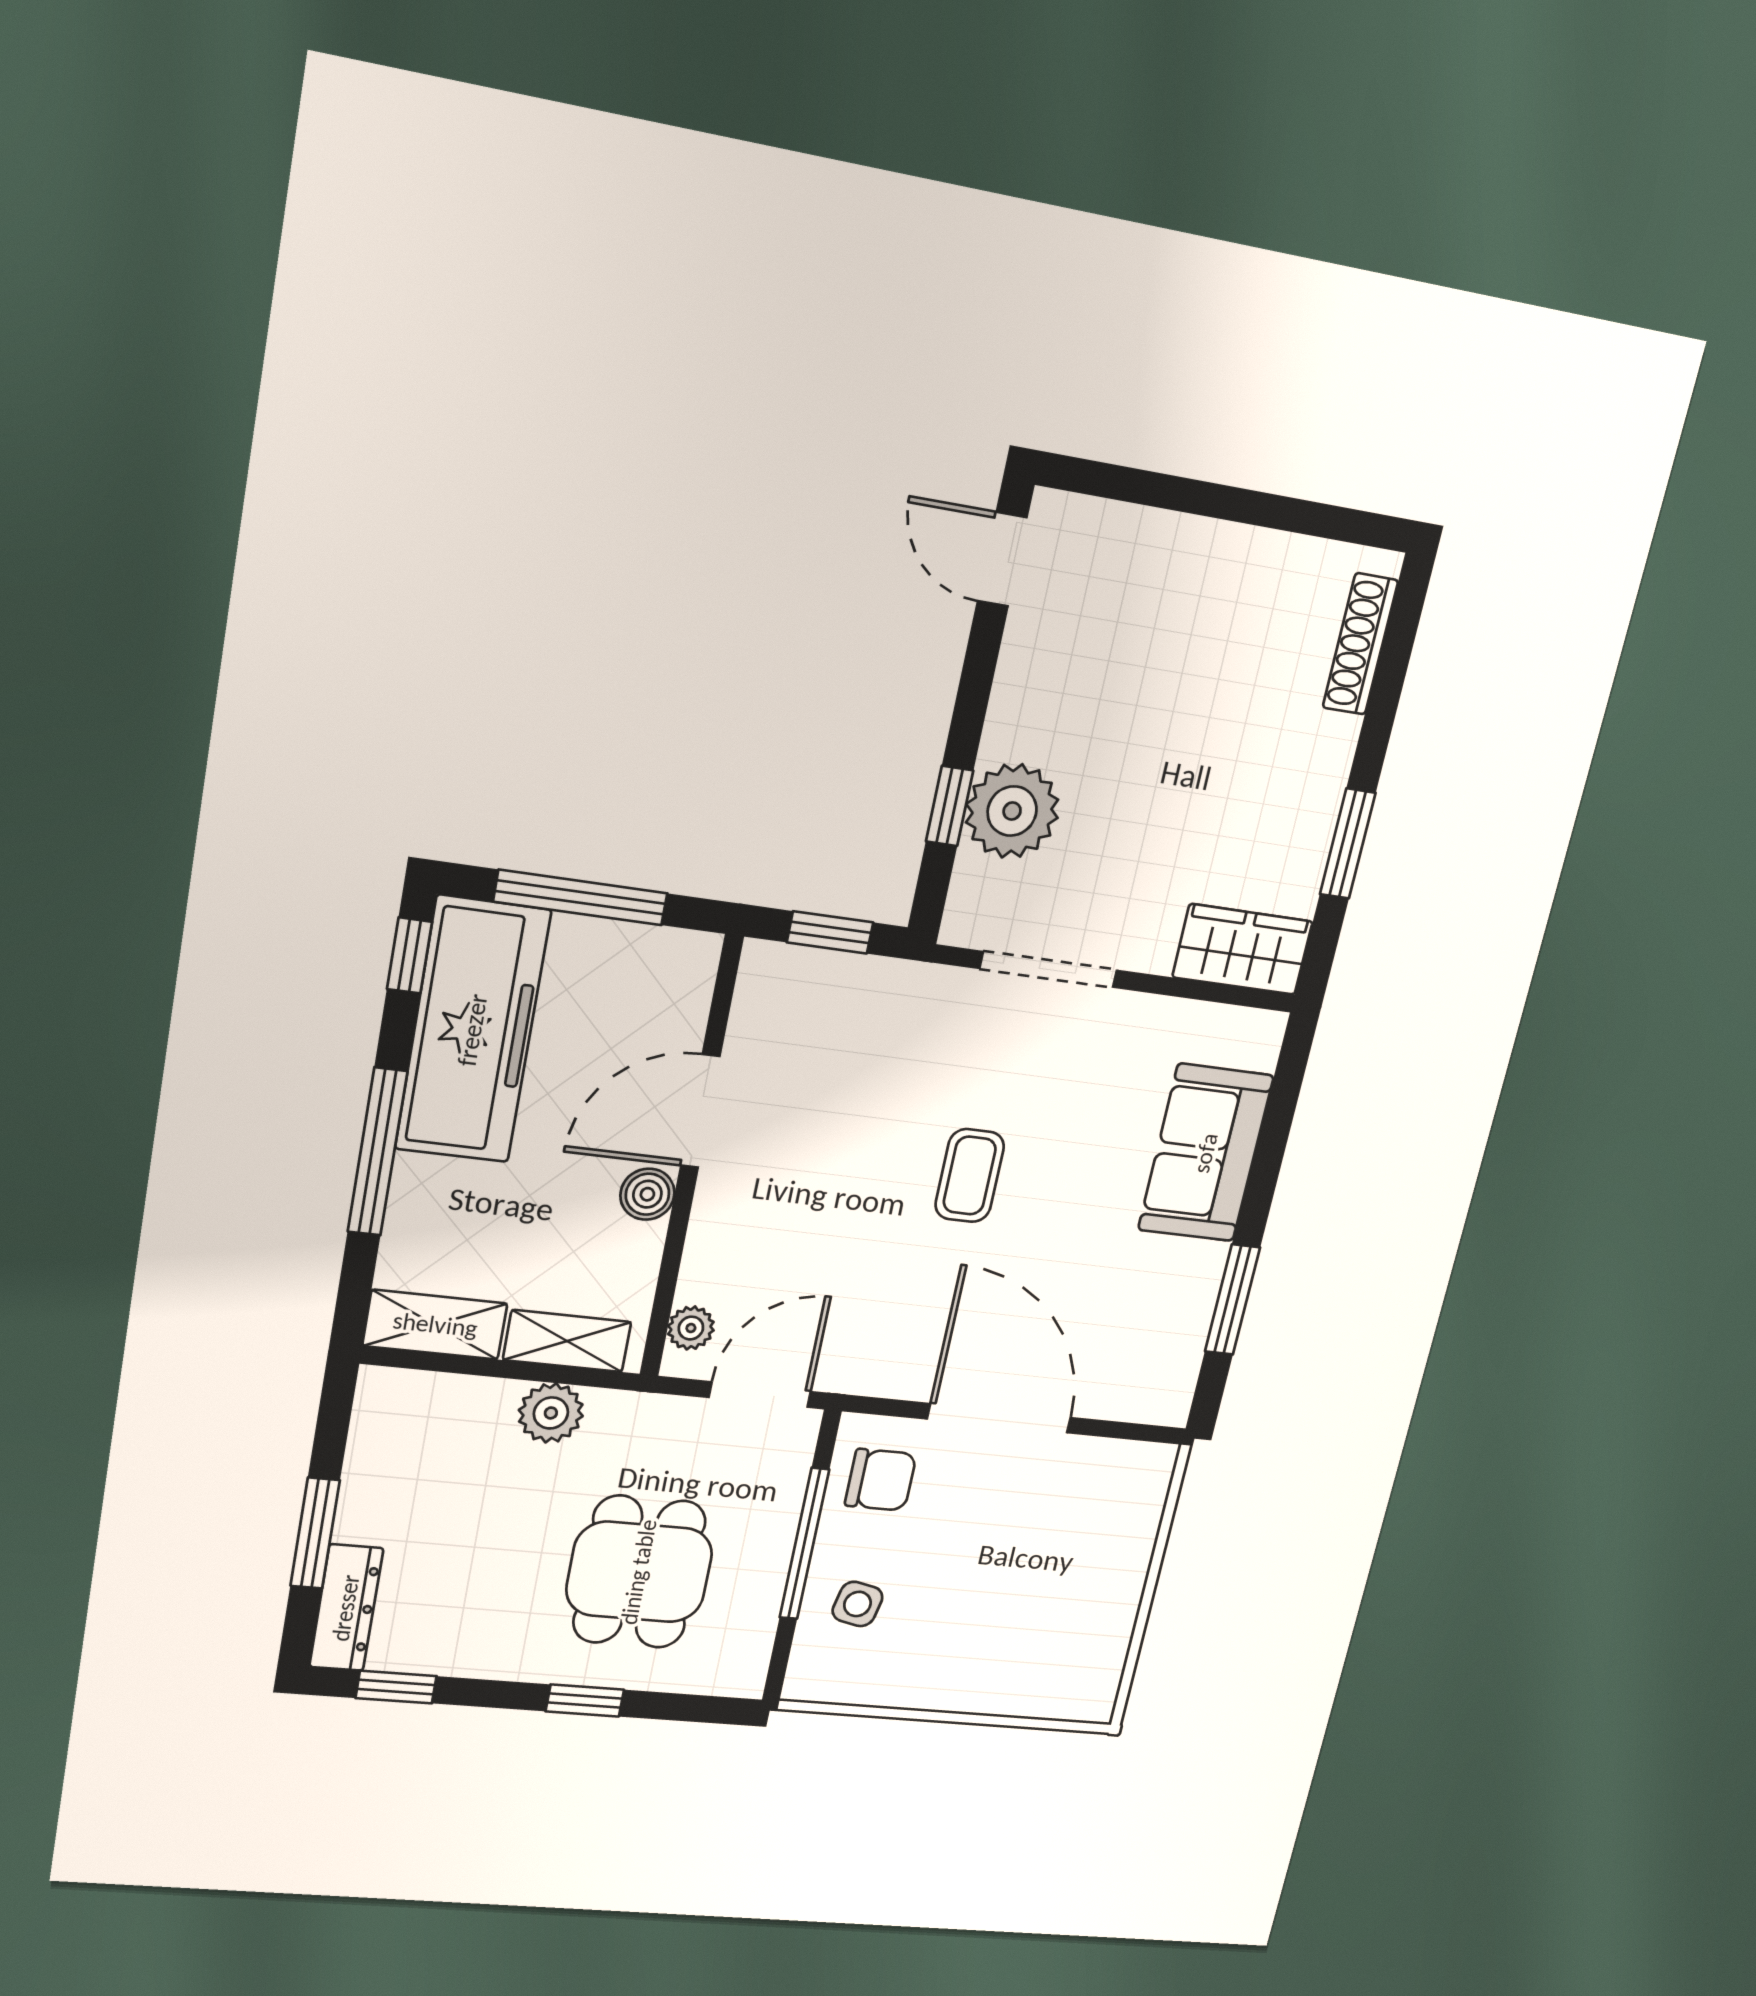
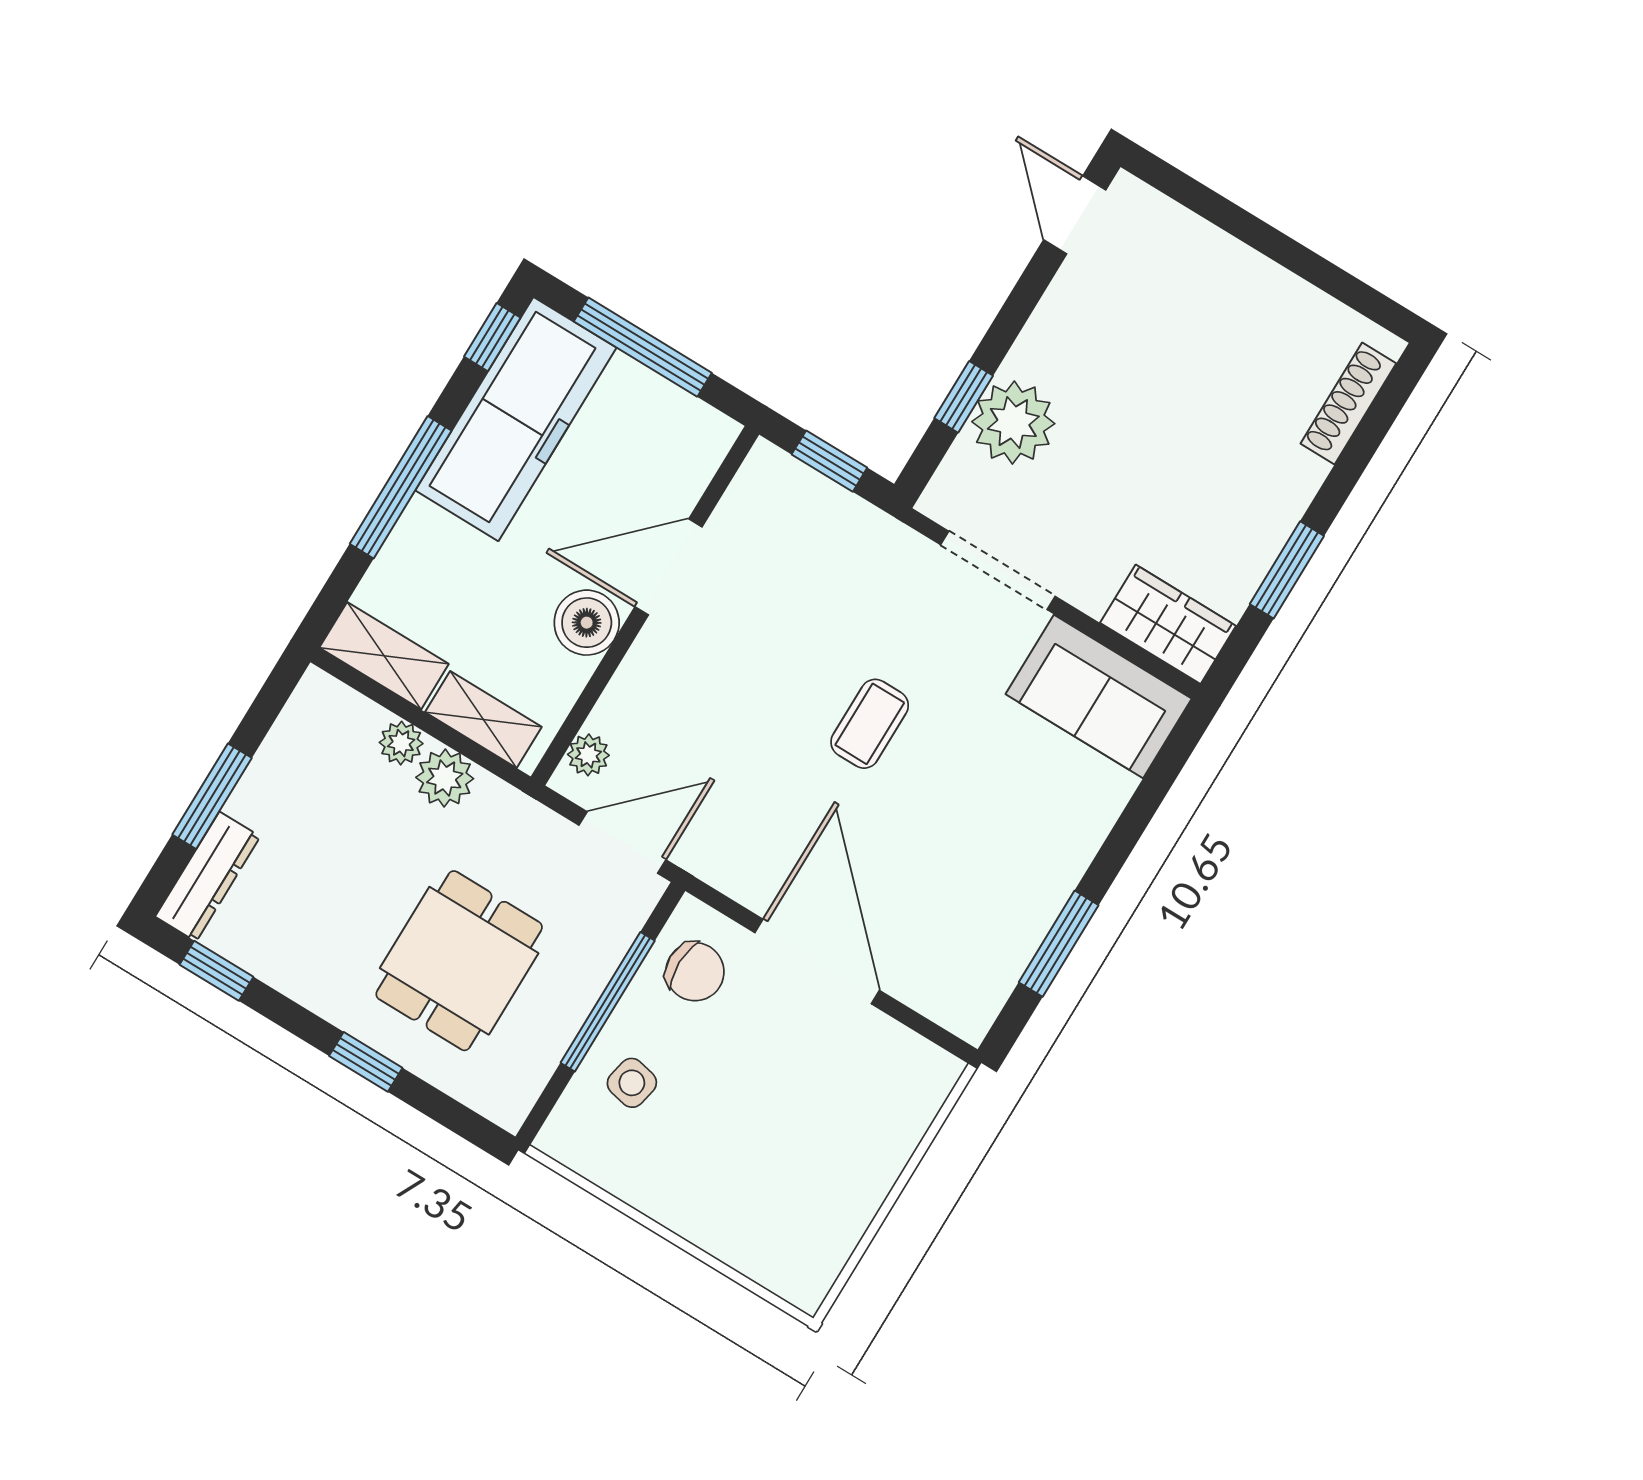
sofa: (1206, 1153) -> (1099, 696), moved, turned -90
boiler: (647, 1194) -> (587, 623), width x1.36, depth x1.36
plant: (491, 1400) -> (401, 743), added

